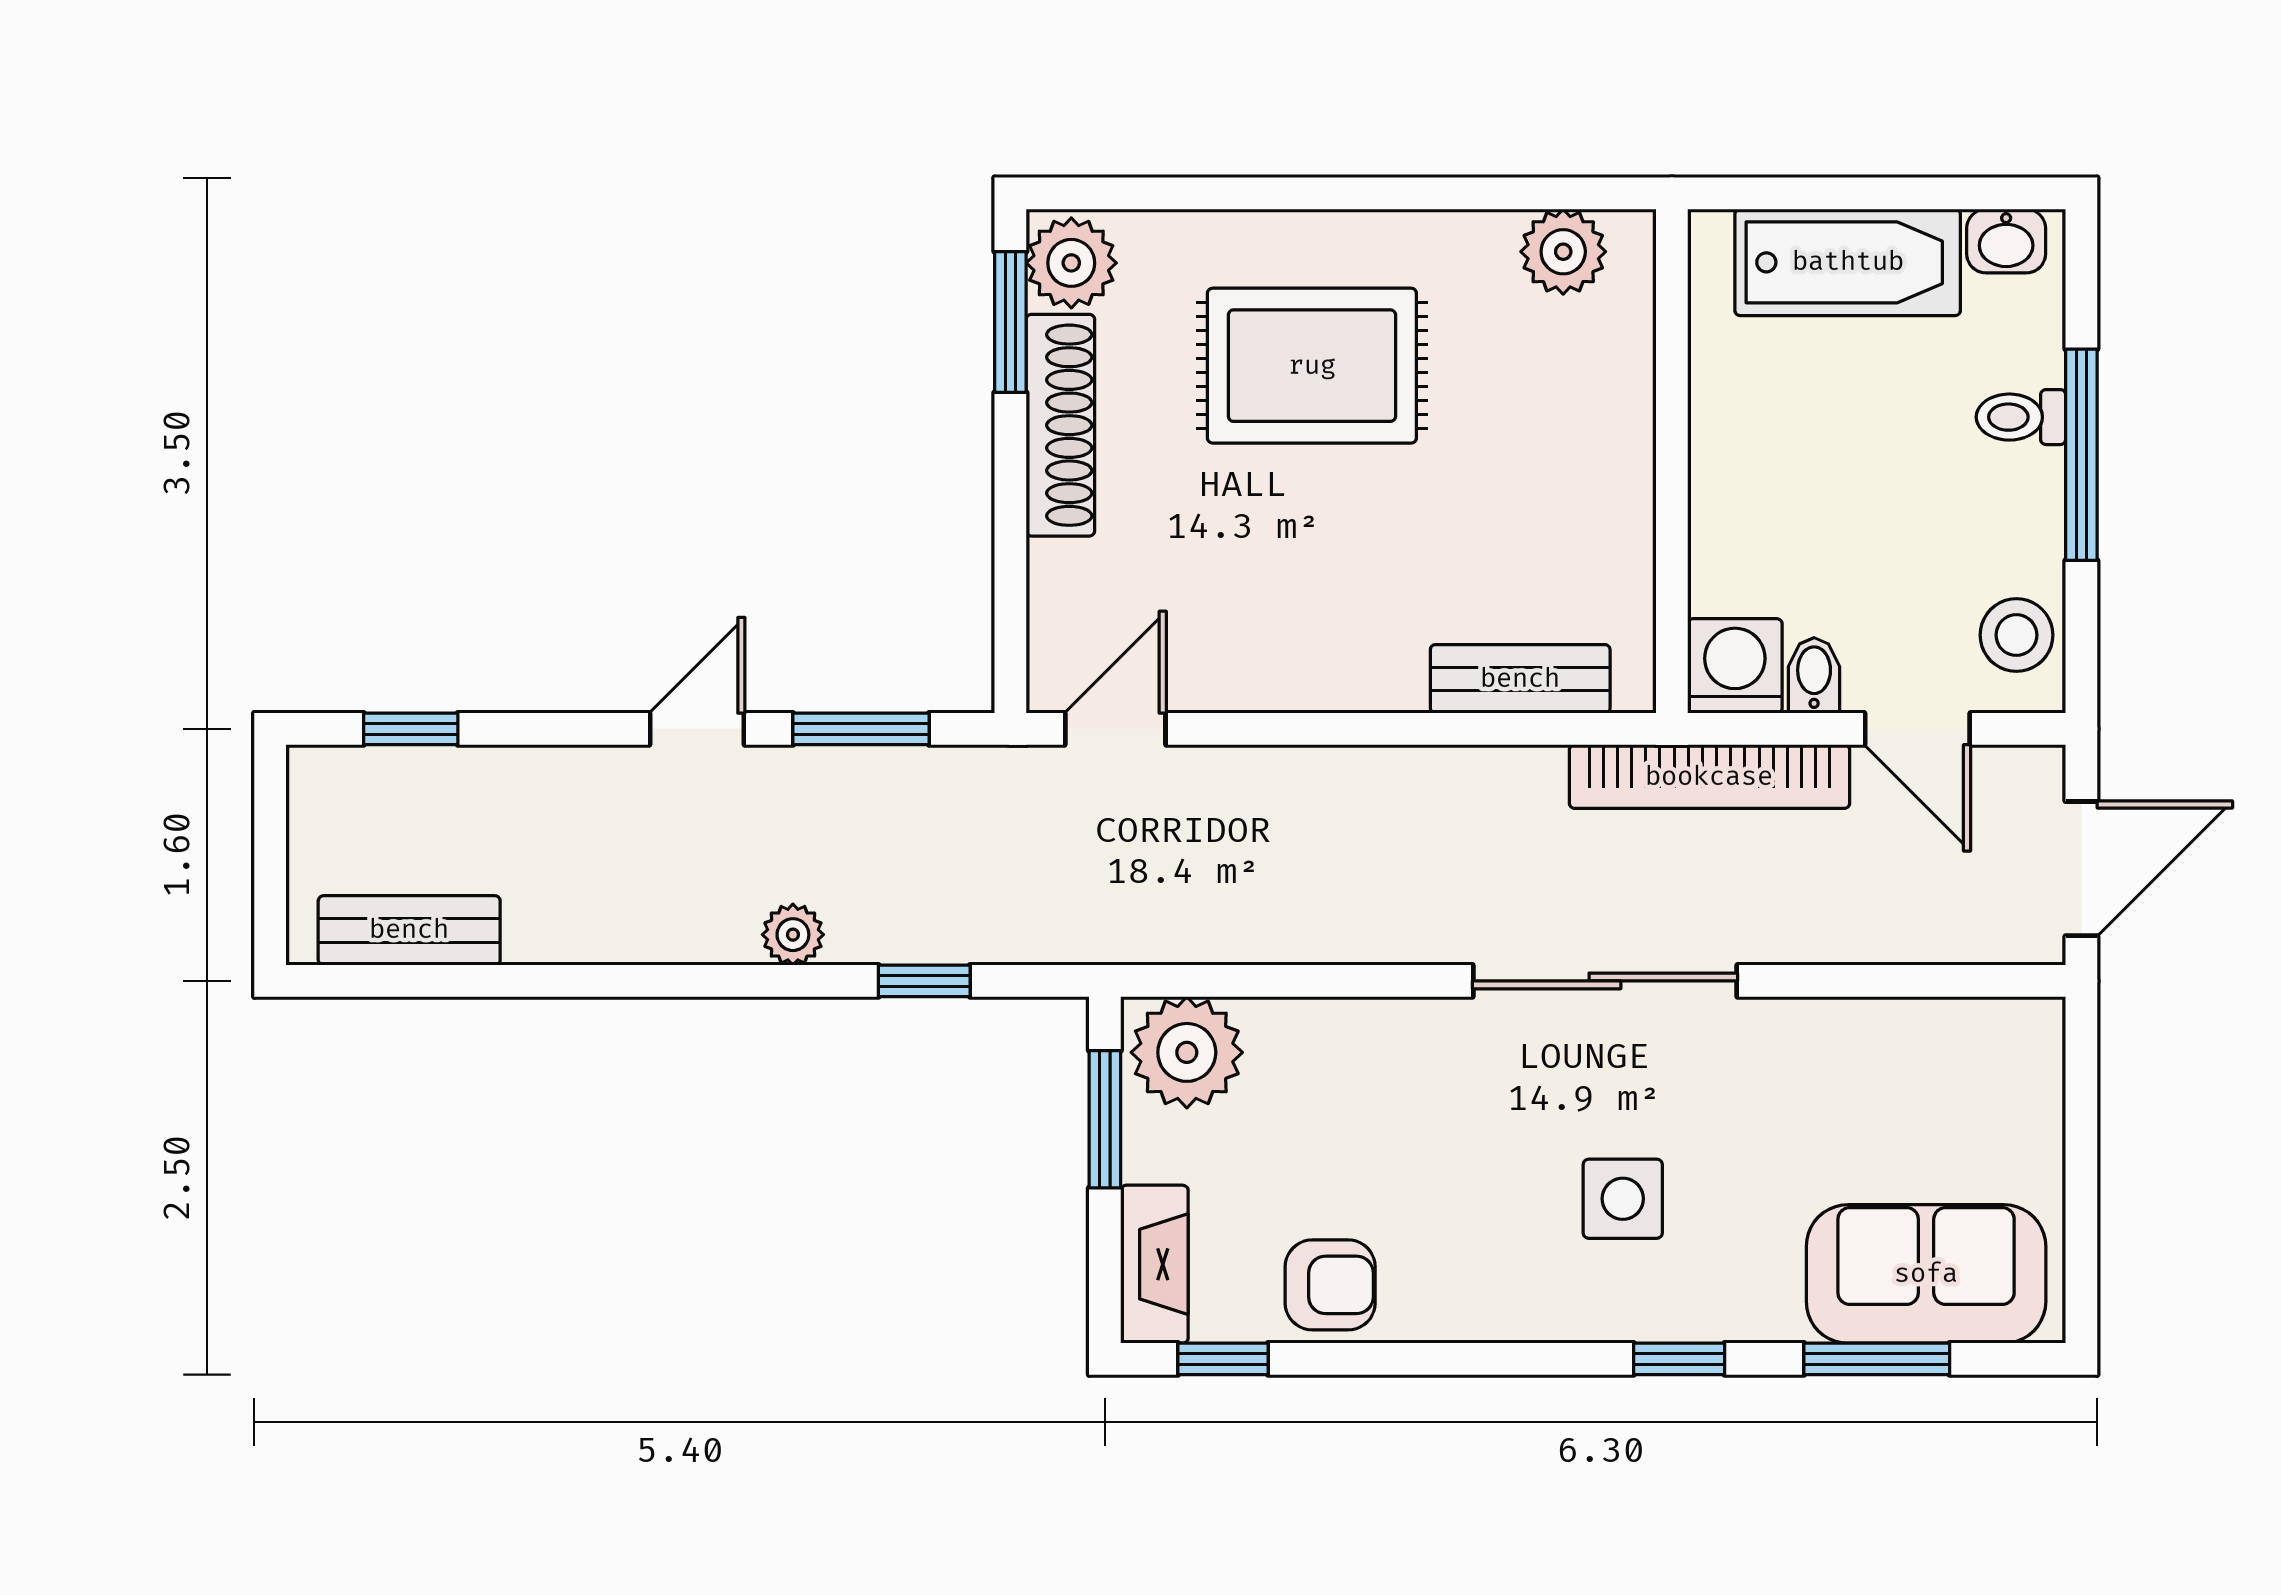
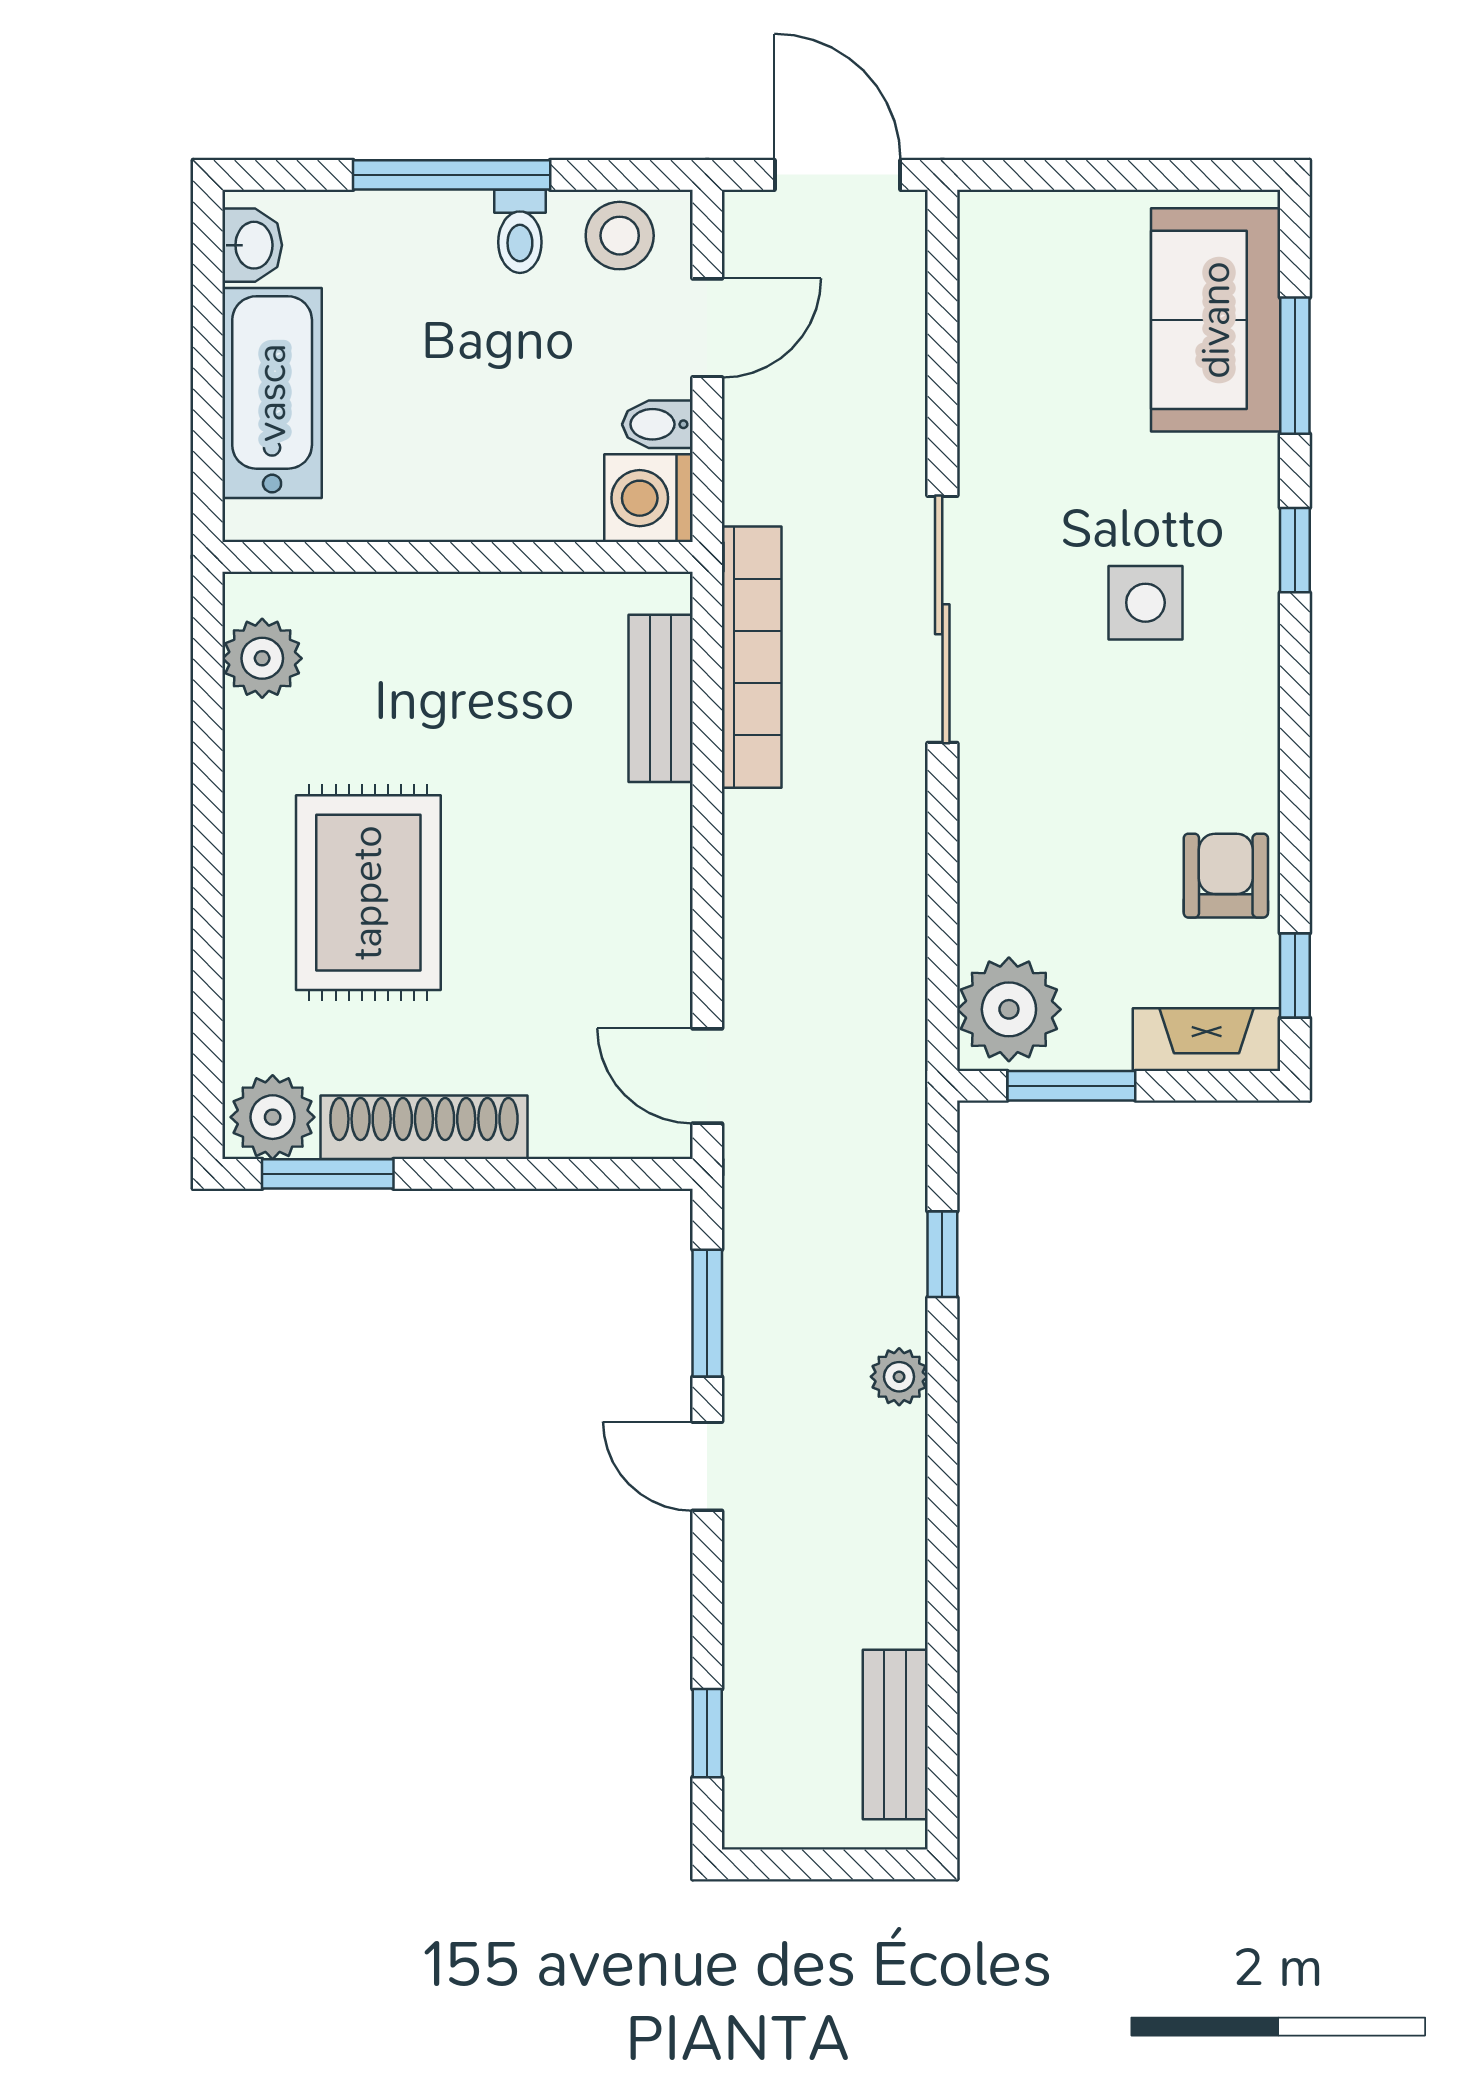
toilet: (2021, 417) -> (520, 231), moved
bookcase: (1709, 777) -> (752, 657), moved

